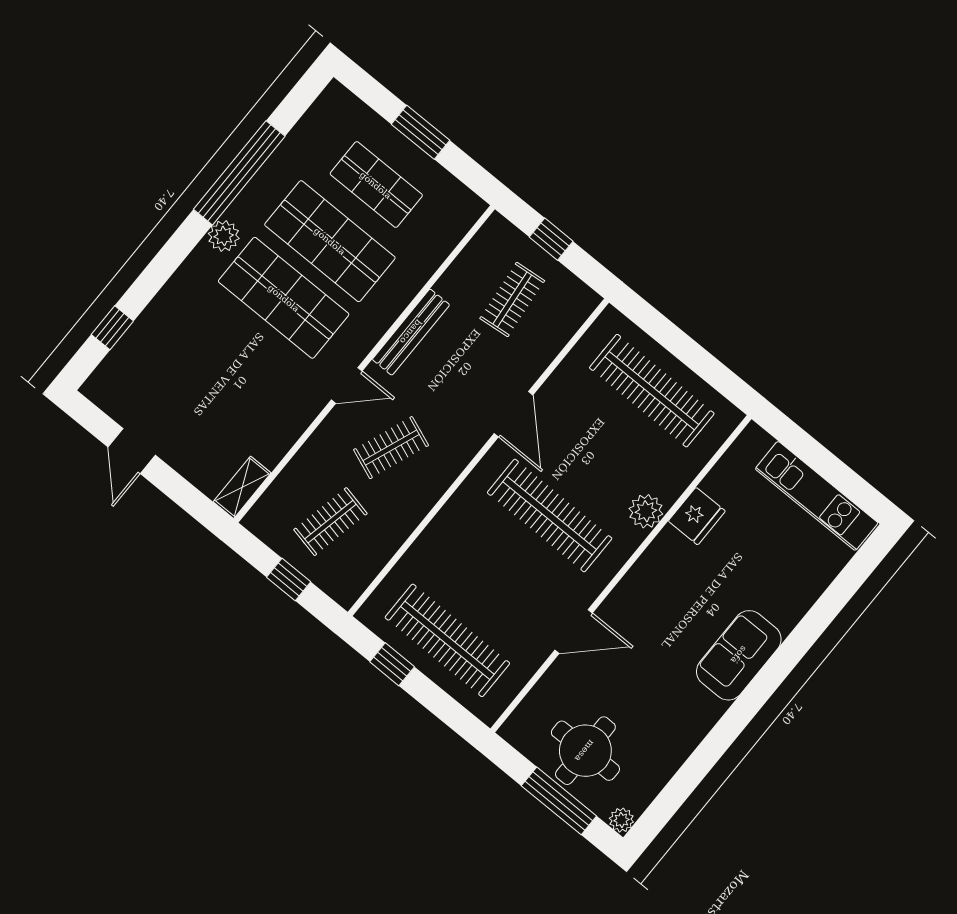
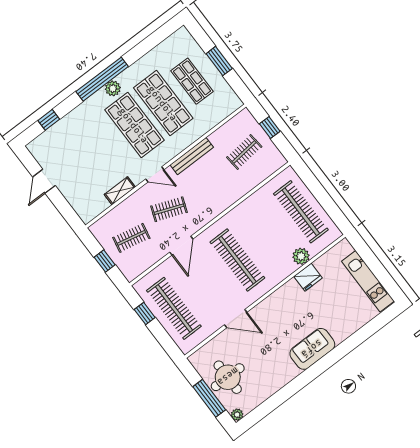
window: (239, 173) -> (102, 79), moved
door: (514, 414) -> (181, 246), moved
shelving: (242, 487) -> (120, 191), moved
plant: (646, 511) -> (301, 256), moved

